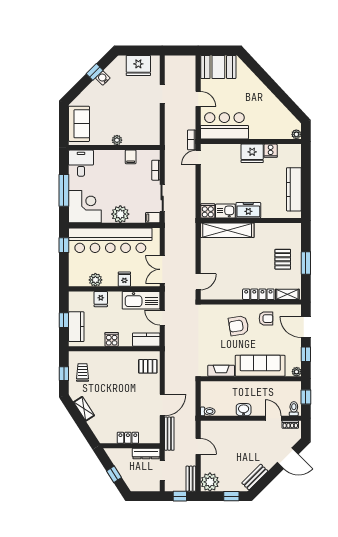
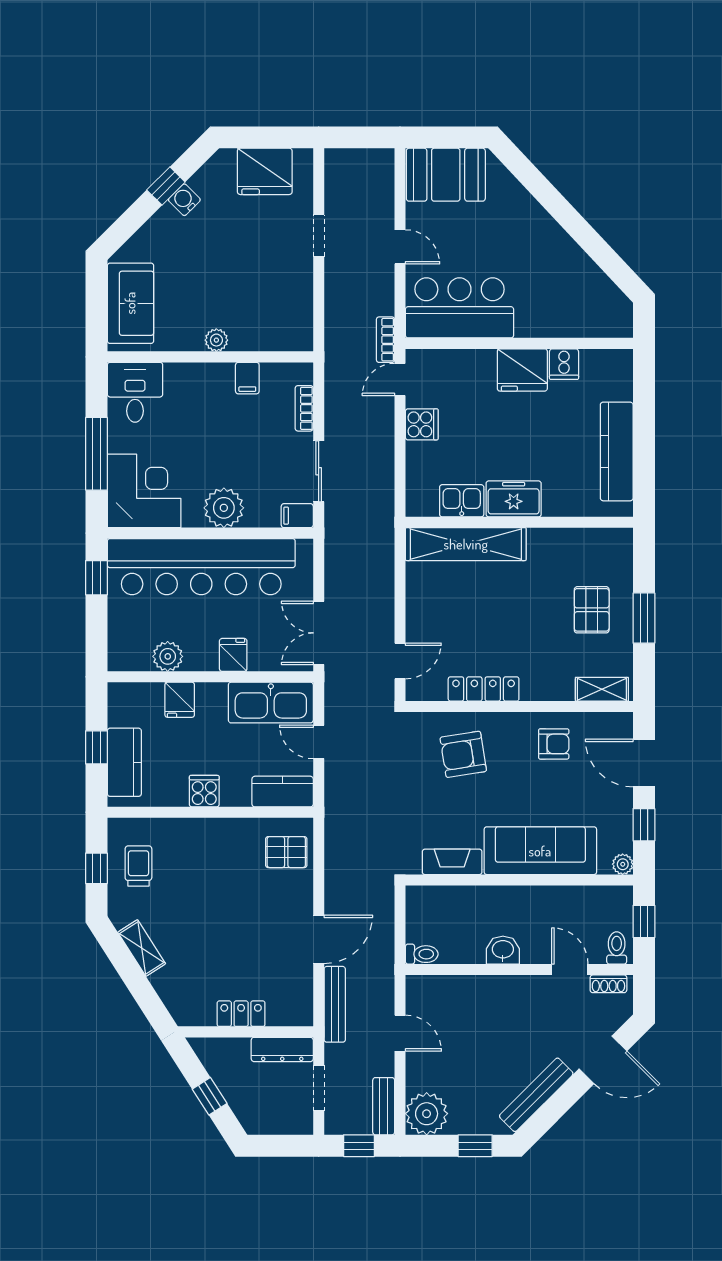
plant: (296, 134) -> (622, 327), removed
cooker: (208, 211) -> (422, 424), moved, turned 90
locker: (258, 294) -> (484, 689), moved
armchair: (239, 326) -> (463, 754), moved
bench: (255, 477) -> (536, 1095), width x1.36

